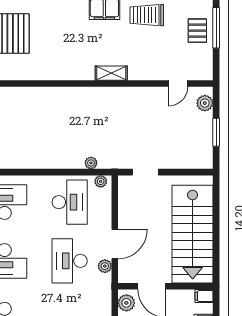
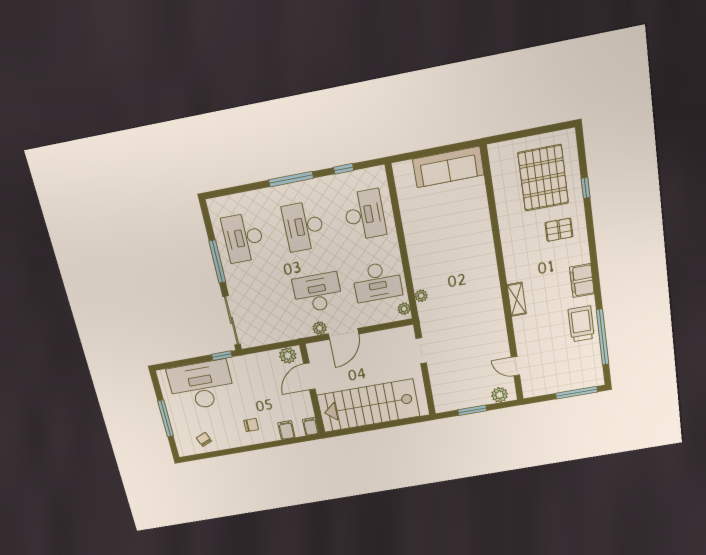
pallet: (197, 31) -> (559, 230), moved
door: (115, 244) -> (344, 334), hinge flipped

